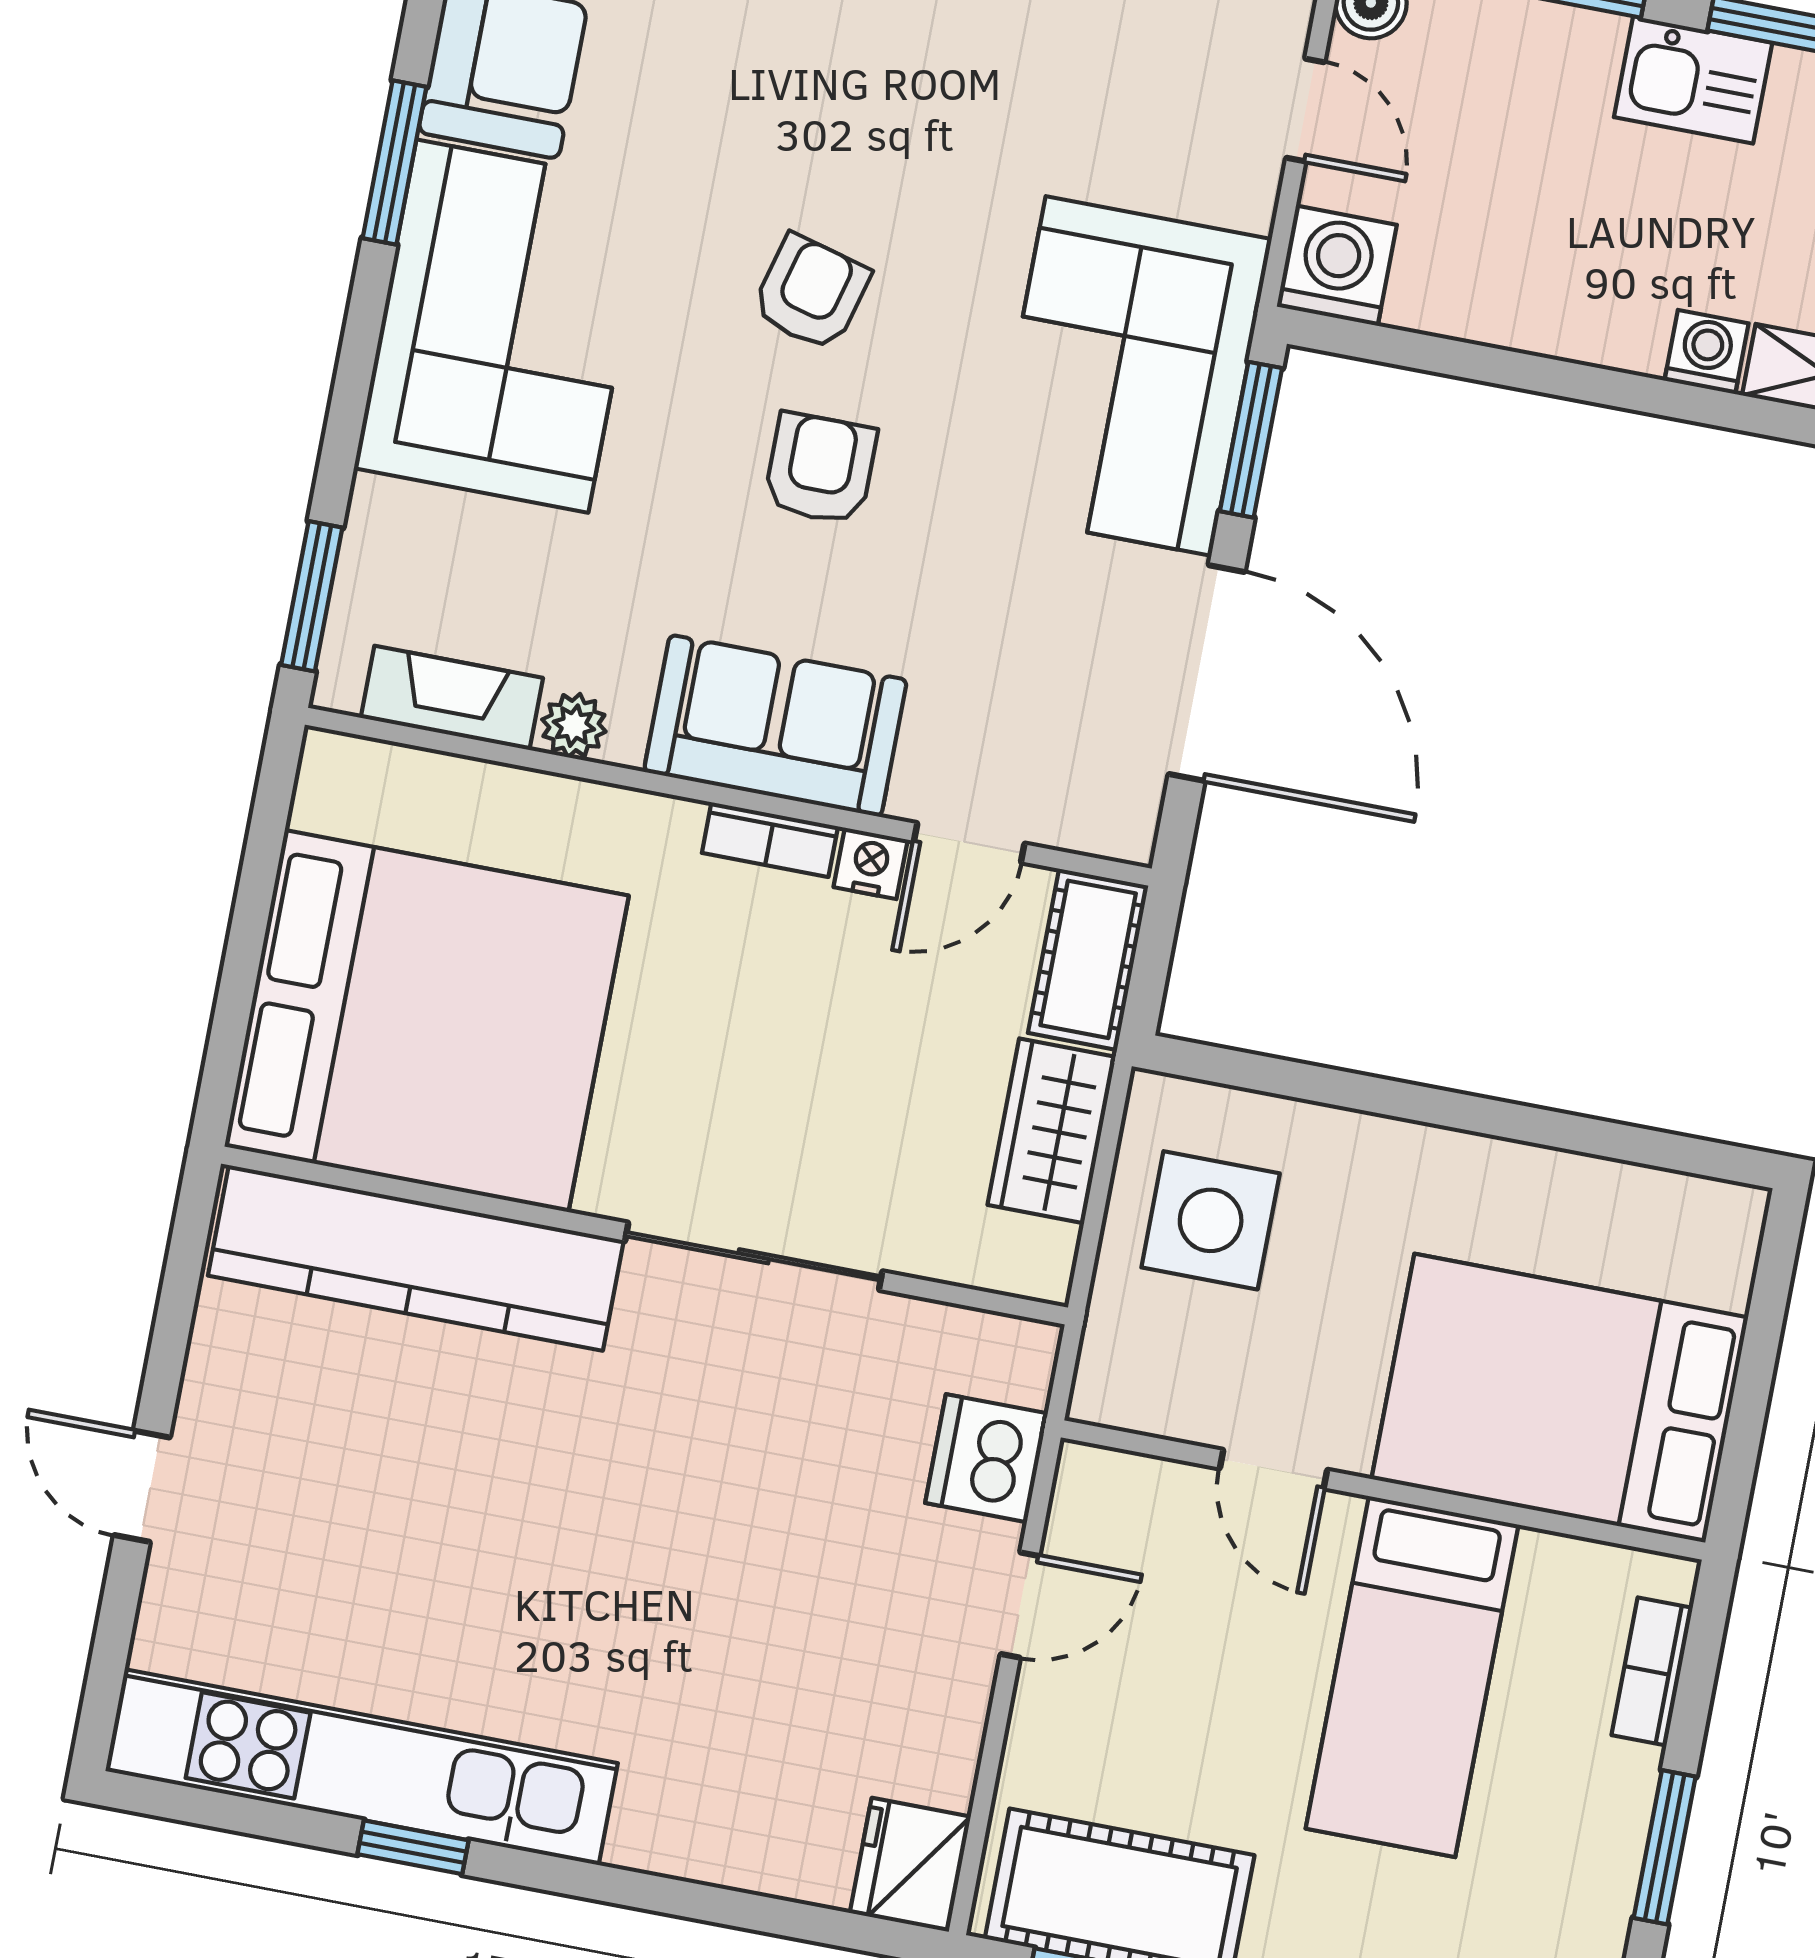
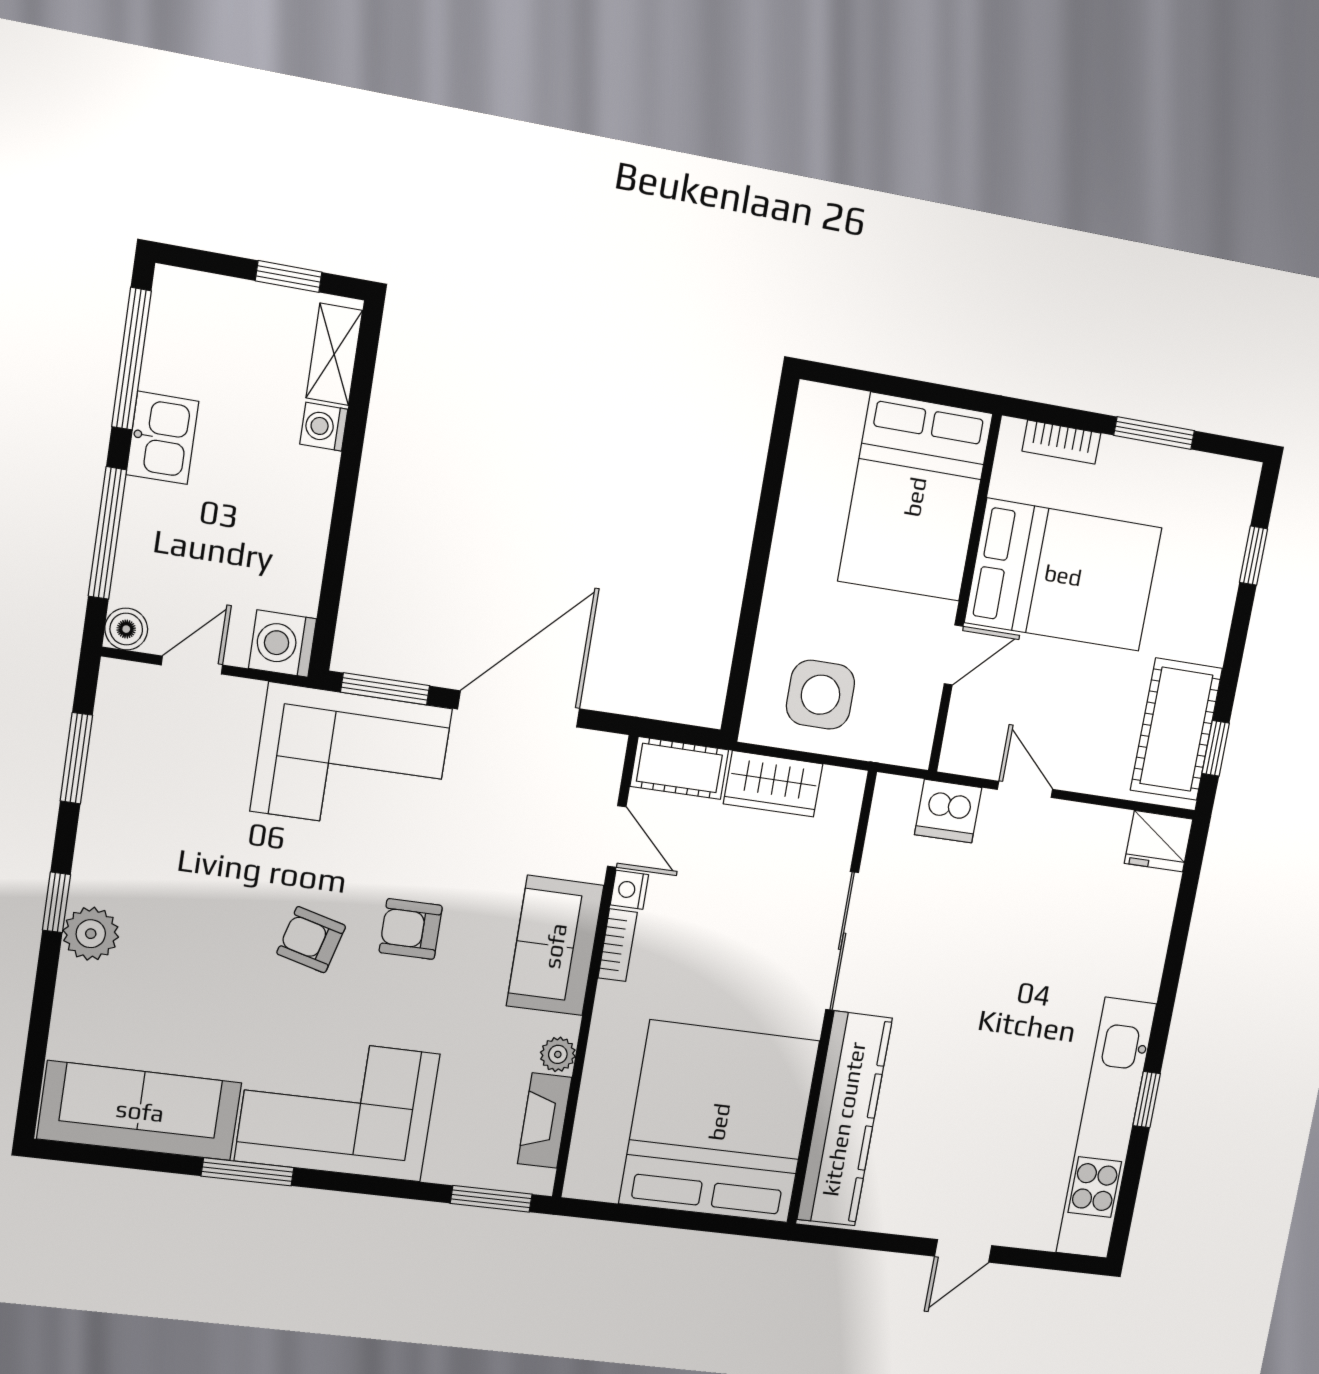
bed: (1412, 1677) -> (1063, 575), width x1.50

